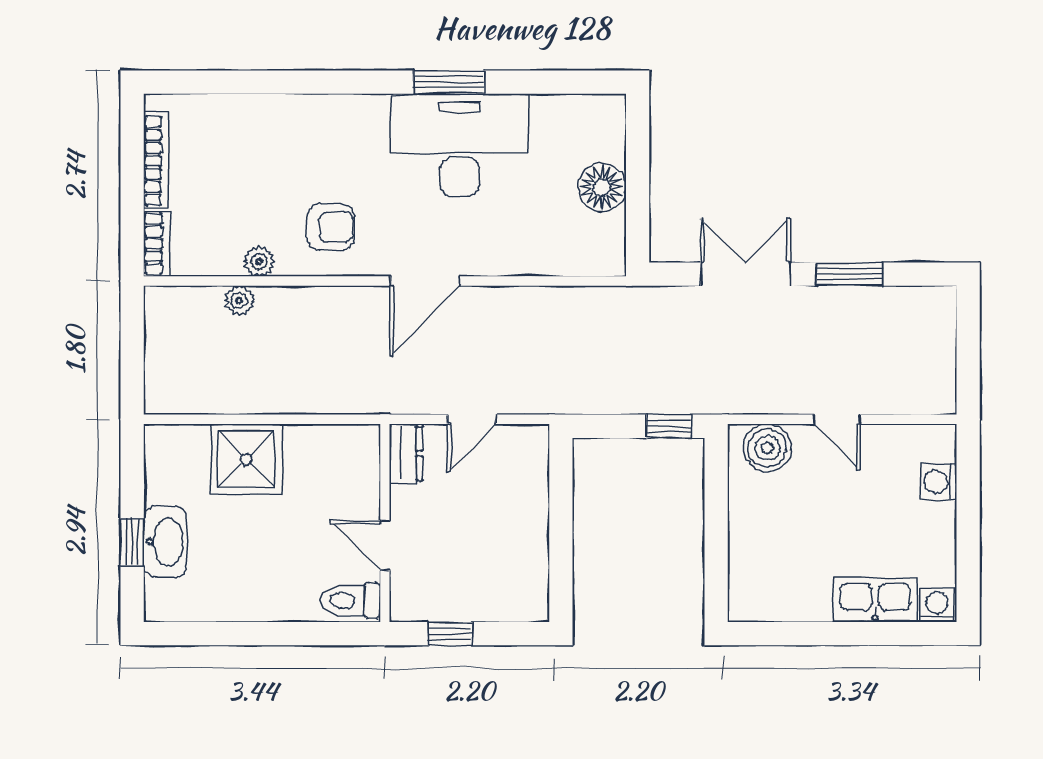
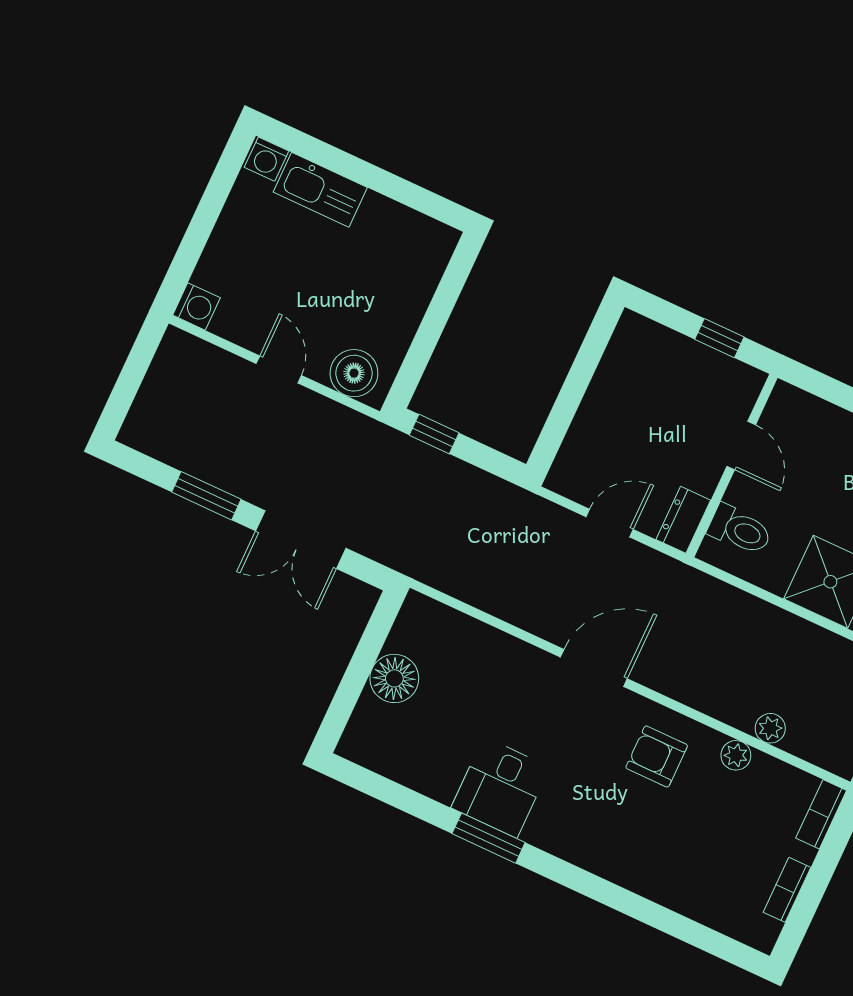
desk: (460, 145) -> (500, 787), width x0.53, depth x0.77
bookcase: (156, 161) -> (787, 890), width x0.64
washing machine: (939, 482) -> (196, 306), moved
toilet: (351, 601) -> (740, 530), moved

